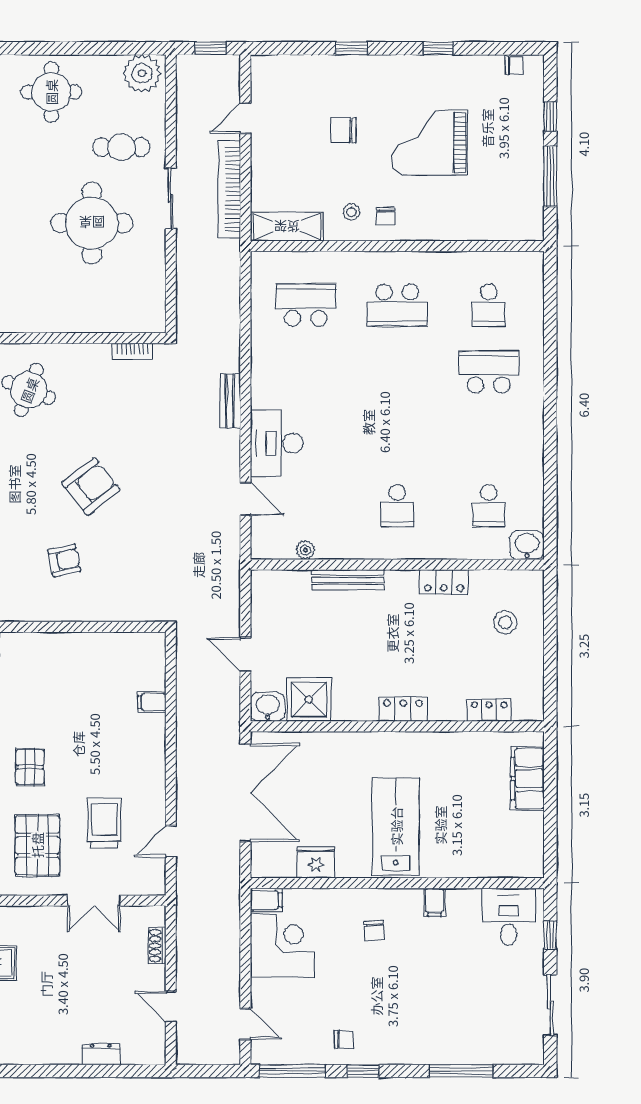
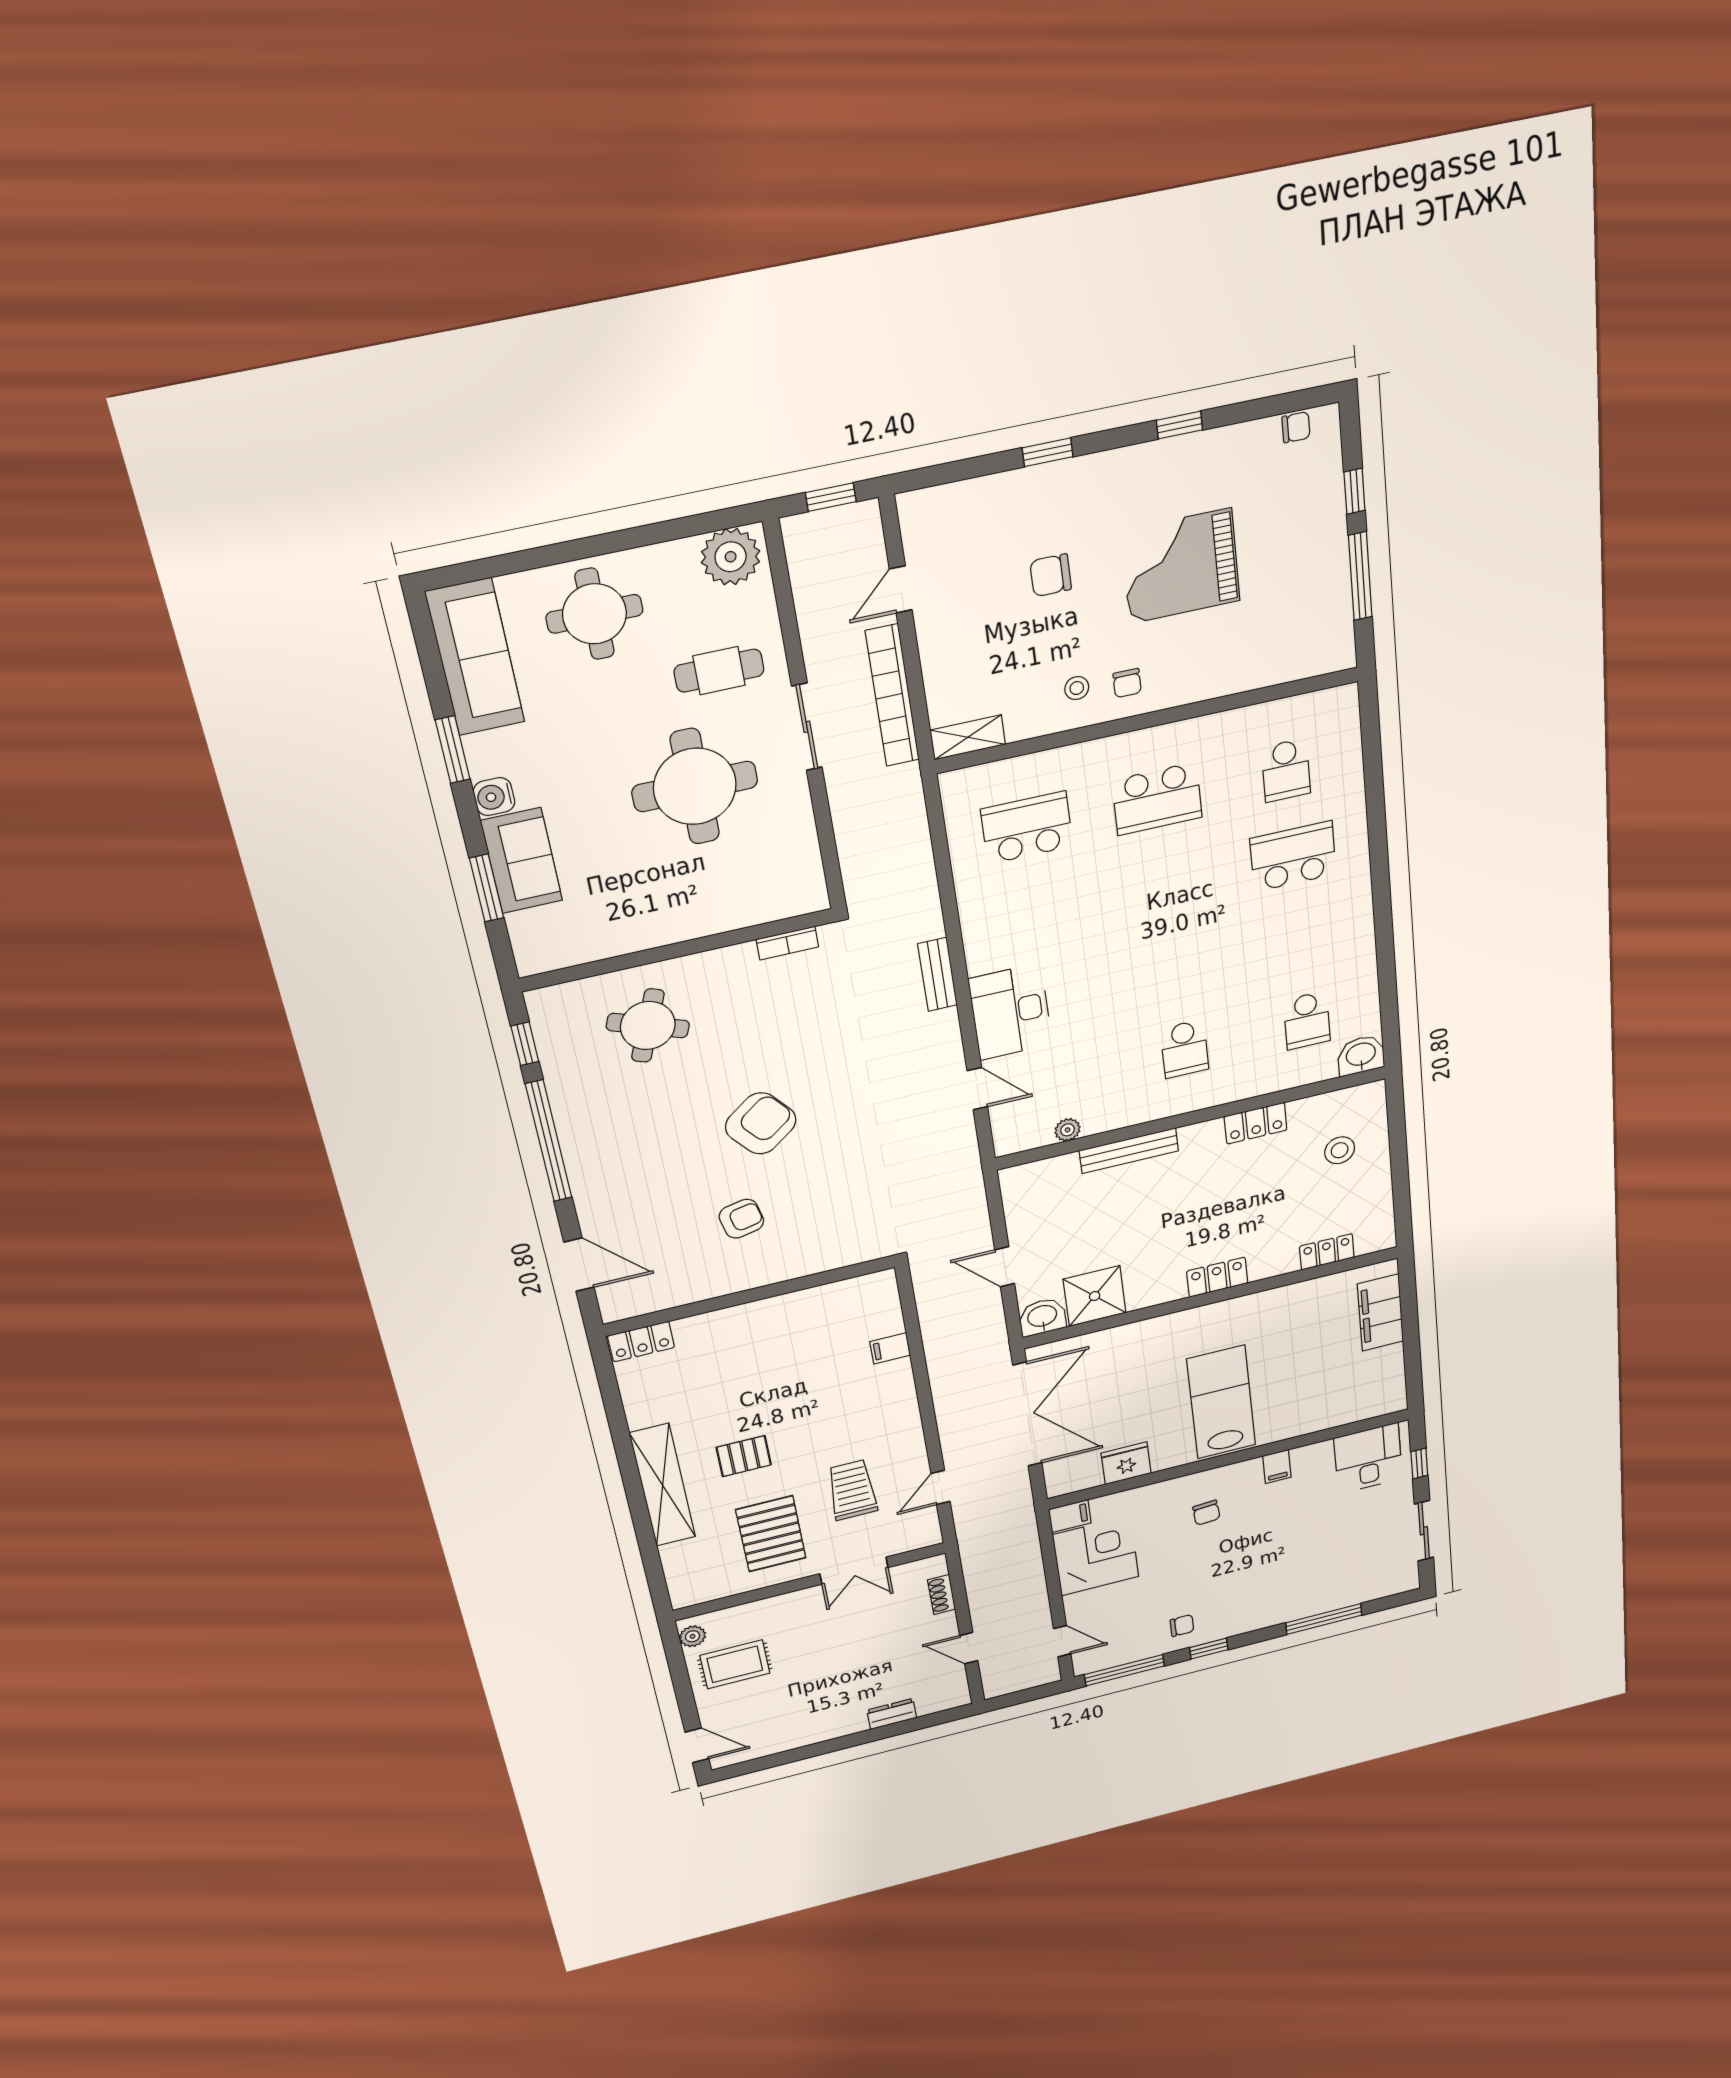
shelving: (287, 227) -> (968, 737), width x0.67, depth x0.75
pallet: (30, 767) -> (744, 1456), turned 90

